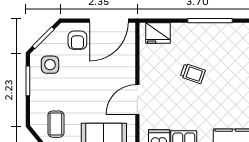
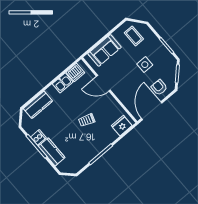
side table: (50, 65) -> (145, 65), moved
door: (137, 100) -> (103, 83), swing flipped

